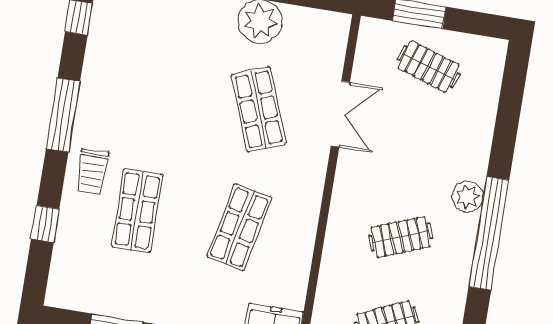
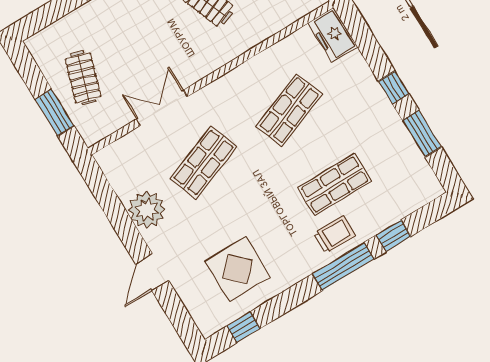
display table: (136, 58) -> (238, 269), added
window: (63, 115) -> (343, 267), moved
shop shelf: (239, 227) -> (289, 110), turned -33

